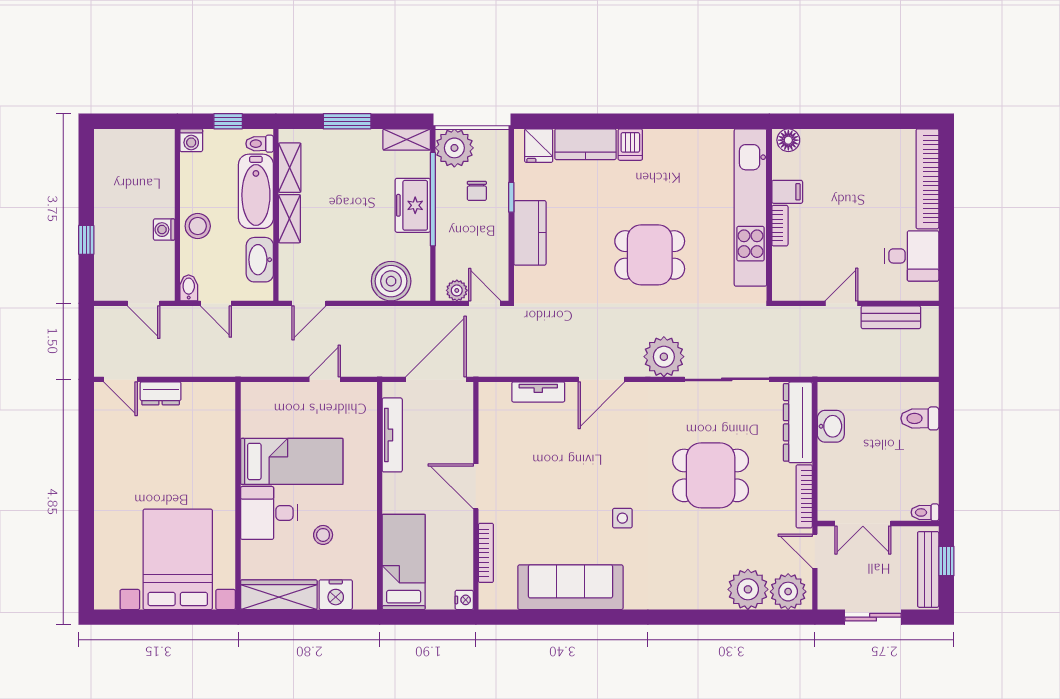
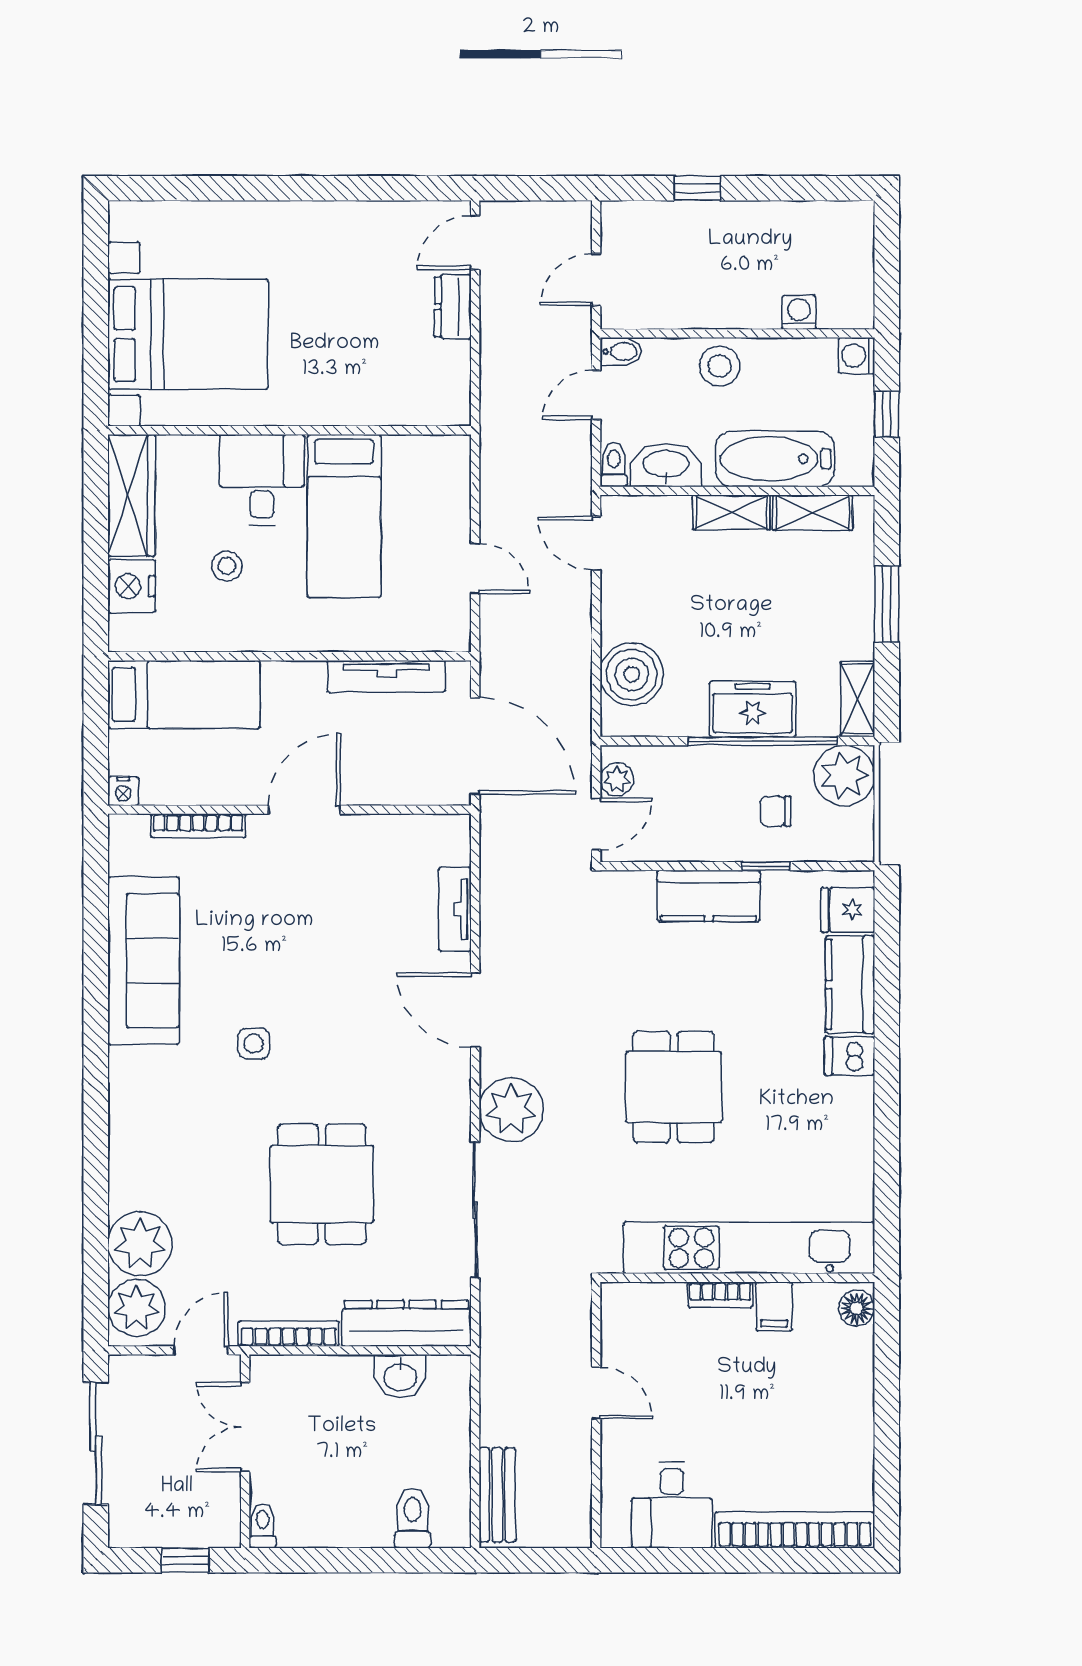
toilet: (260, 144) -> (614, 465), moved
washing machine: (164, 230) -> (799, 312), moved
bench: (891, 317) -> (497, 1495), moved
bench: (928, 569) -> (172, 1531), removed
sliding door: (873, 617) -> (96, 1443), width x1.37

